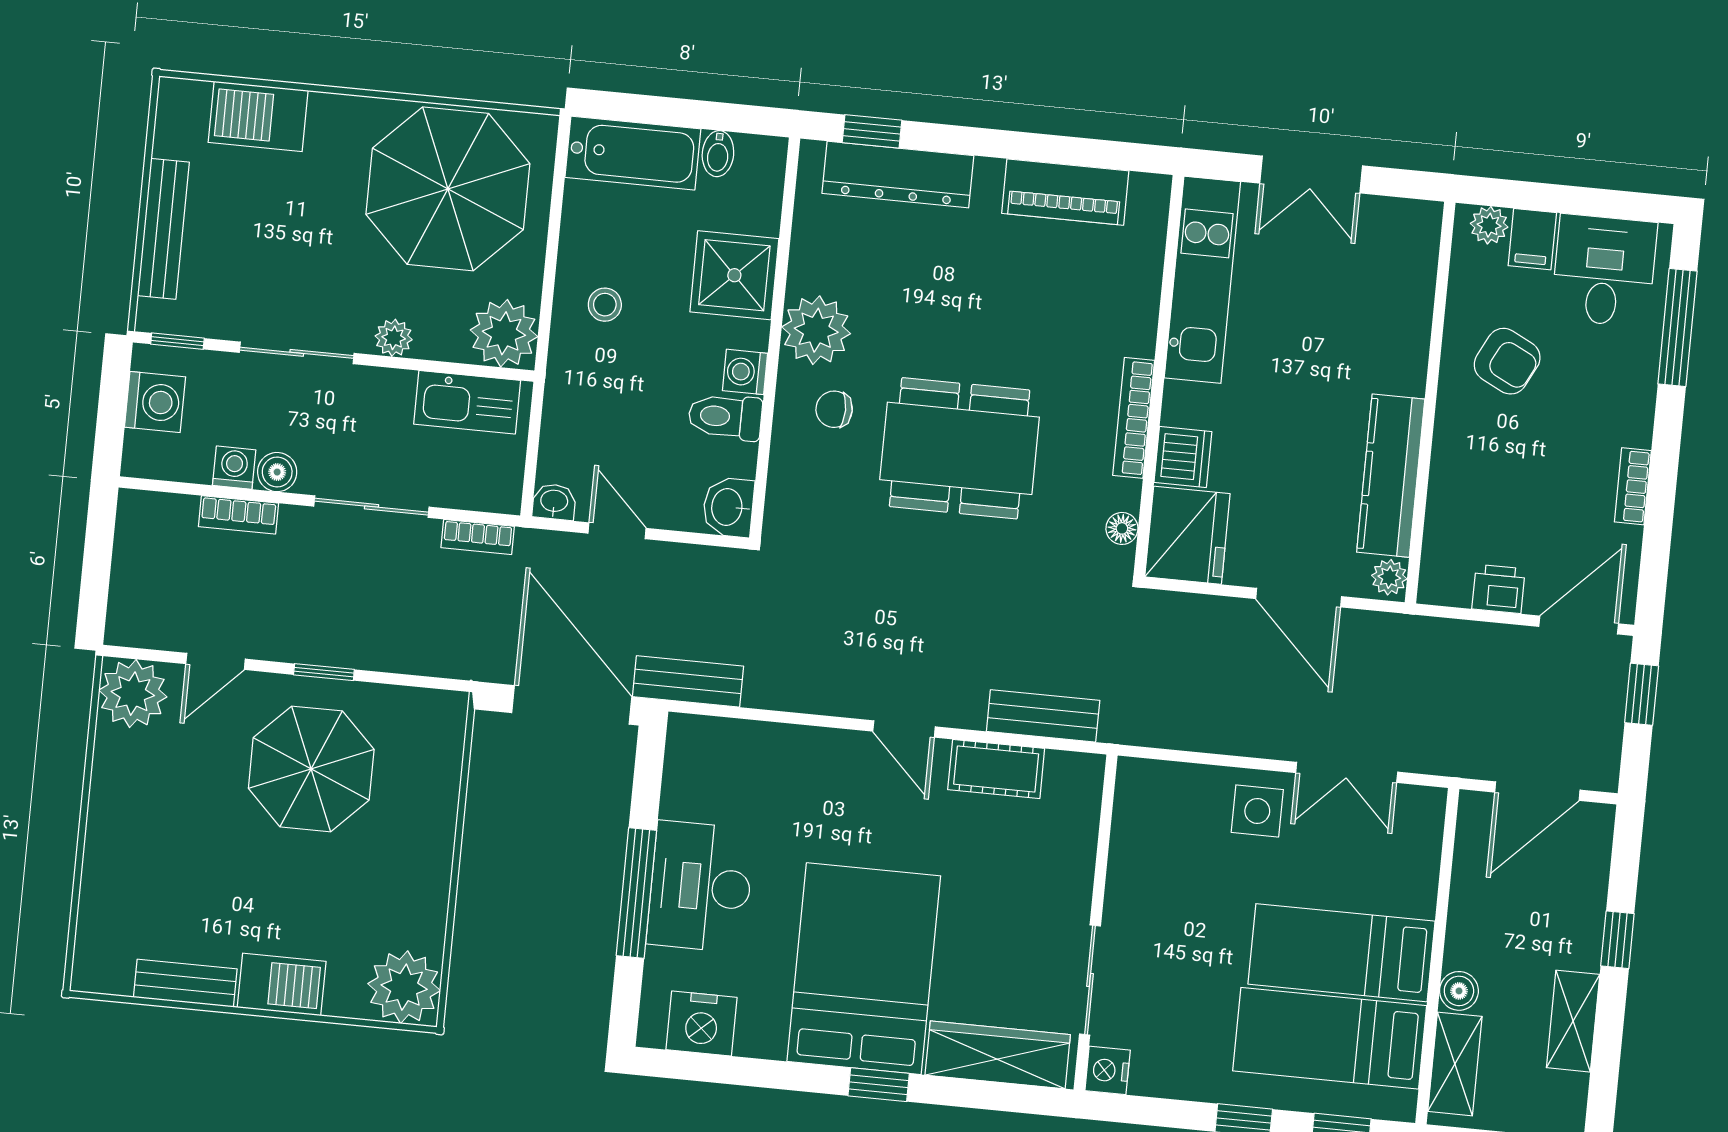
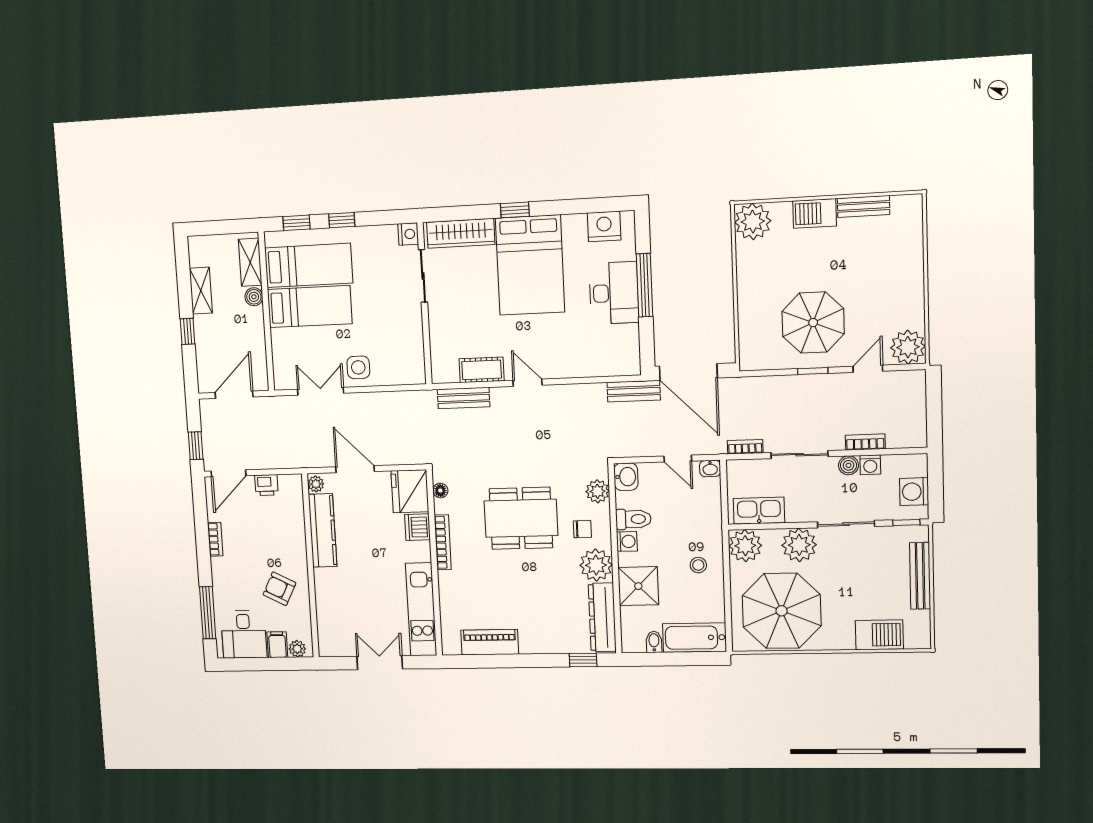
dresser: (898, 175) -> (602, 617), moved, turned -90
plant: (394, 338) -> (799, 545), width x1.87, depth x1.87
plant: (791, 484) -> (598, 491), added

